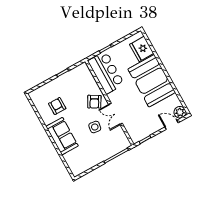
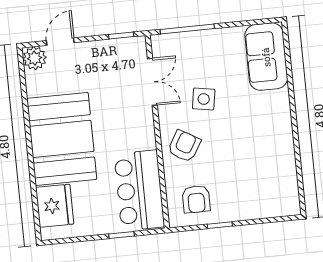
armchair: (57, 106) -> (196, 199), moved
double door: (116, 114) -> (152, 82), moved
door: (172, 125) -> (60, 42), swing flipped
sofa: (62, 136) -> (266, 57), moved

